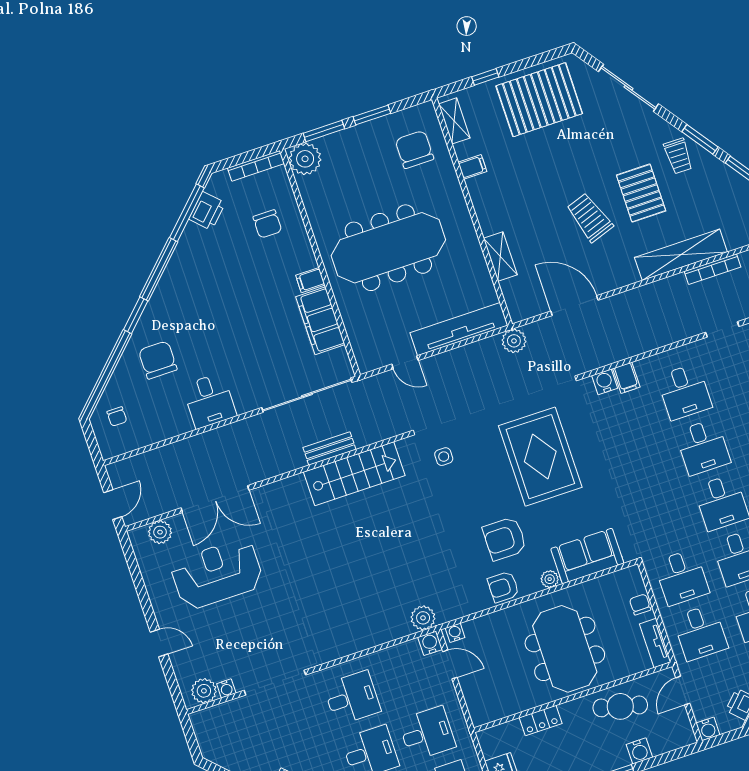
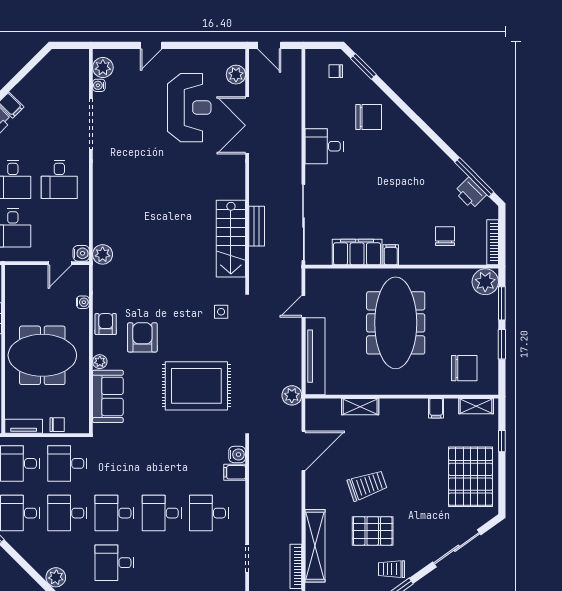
chair: (267, 224) -> (445, 236), turned 90
window: (136, 315) -> (363, 66), moved
water cooler: (455, 633) -> (83, 302), moved

